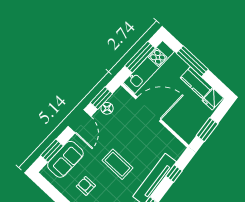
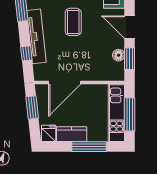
door: (148, 109) -> (65, 83), moved
coffee table: (117, 164) -> (73, 22), turned 90

